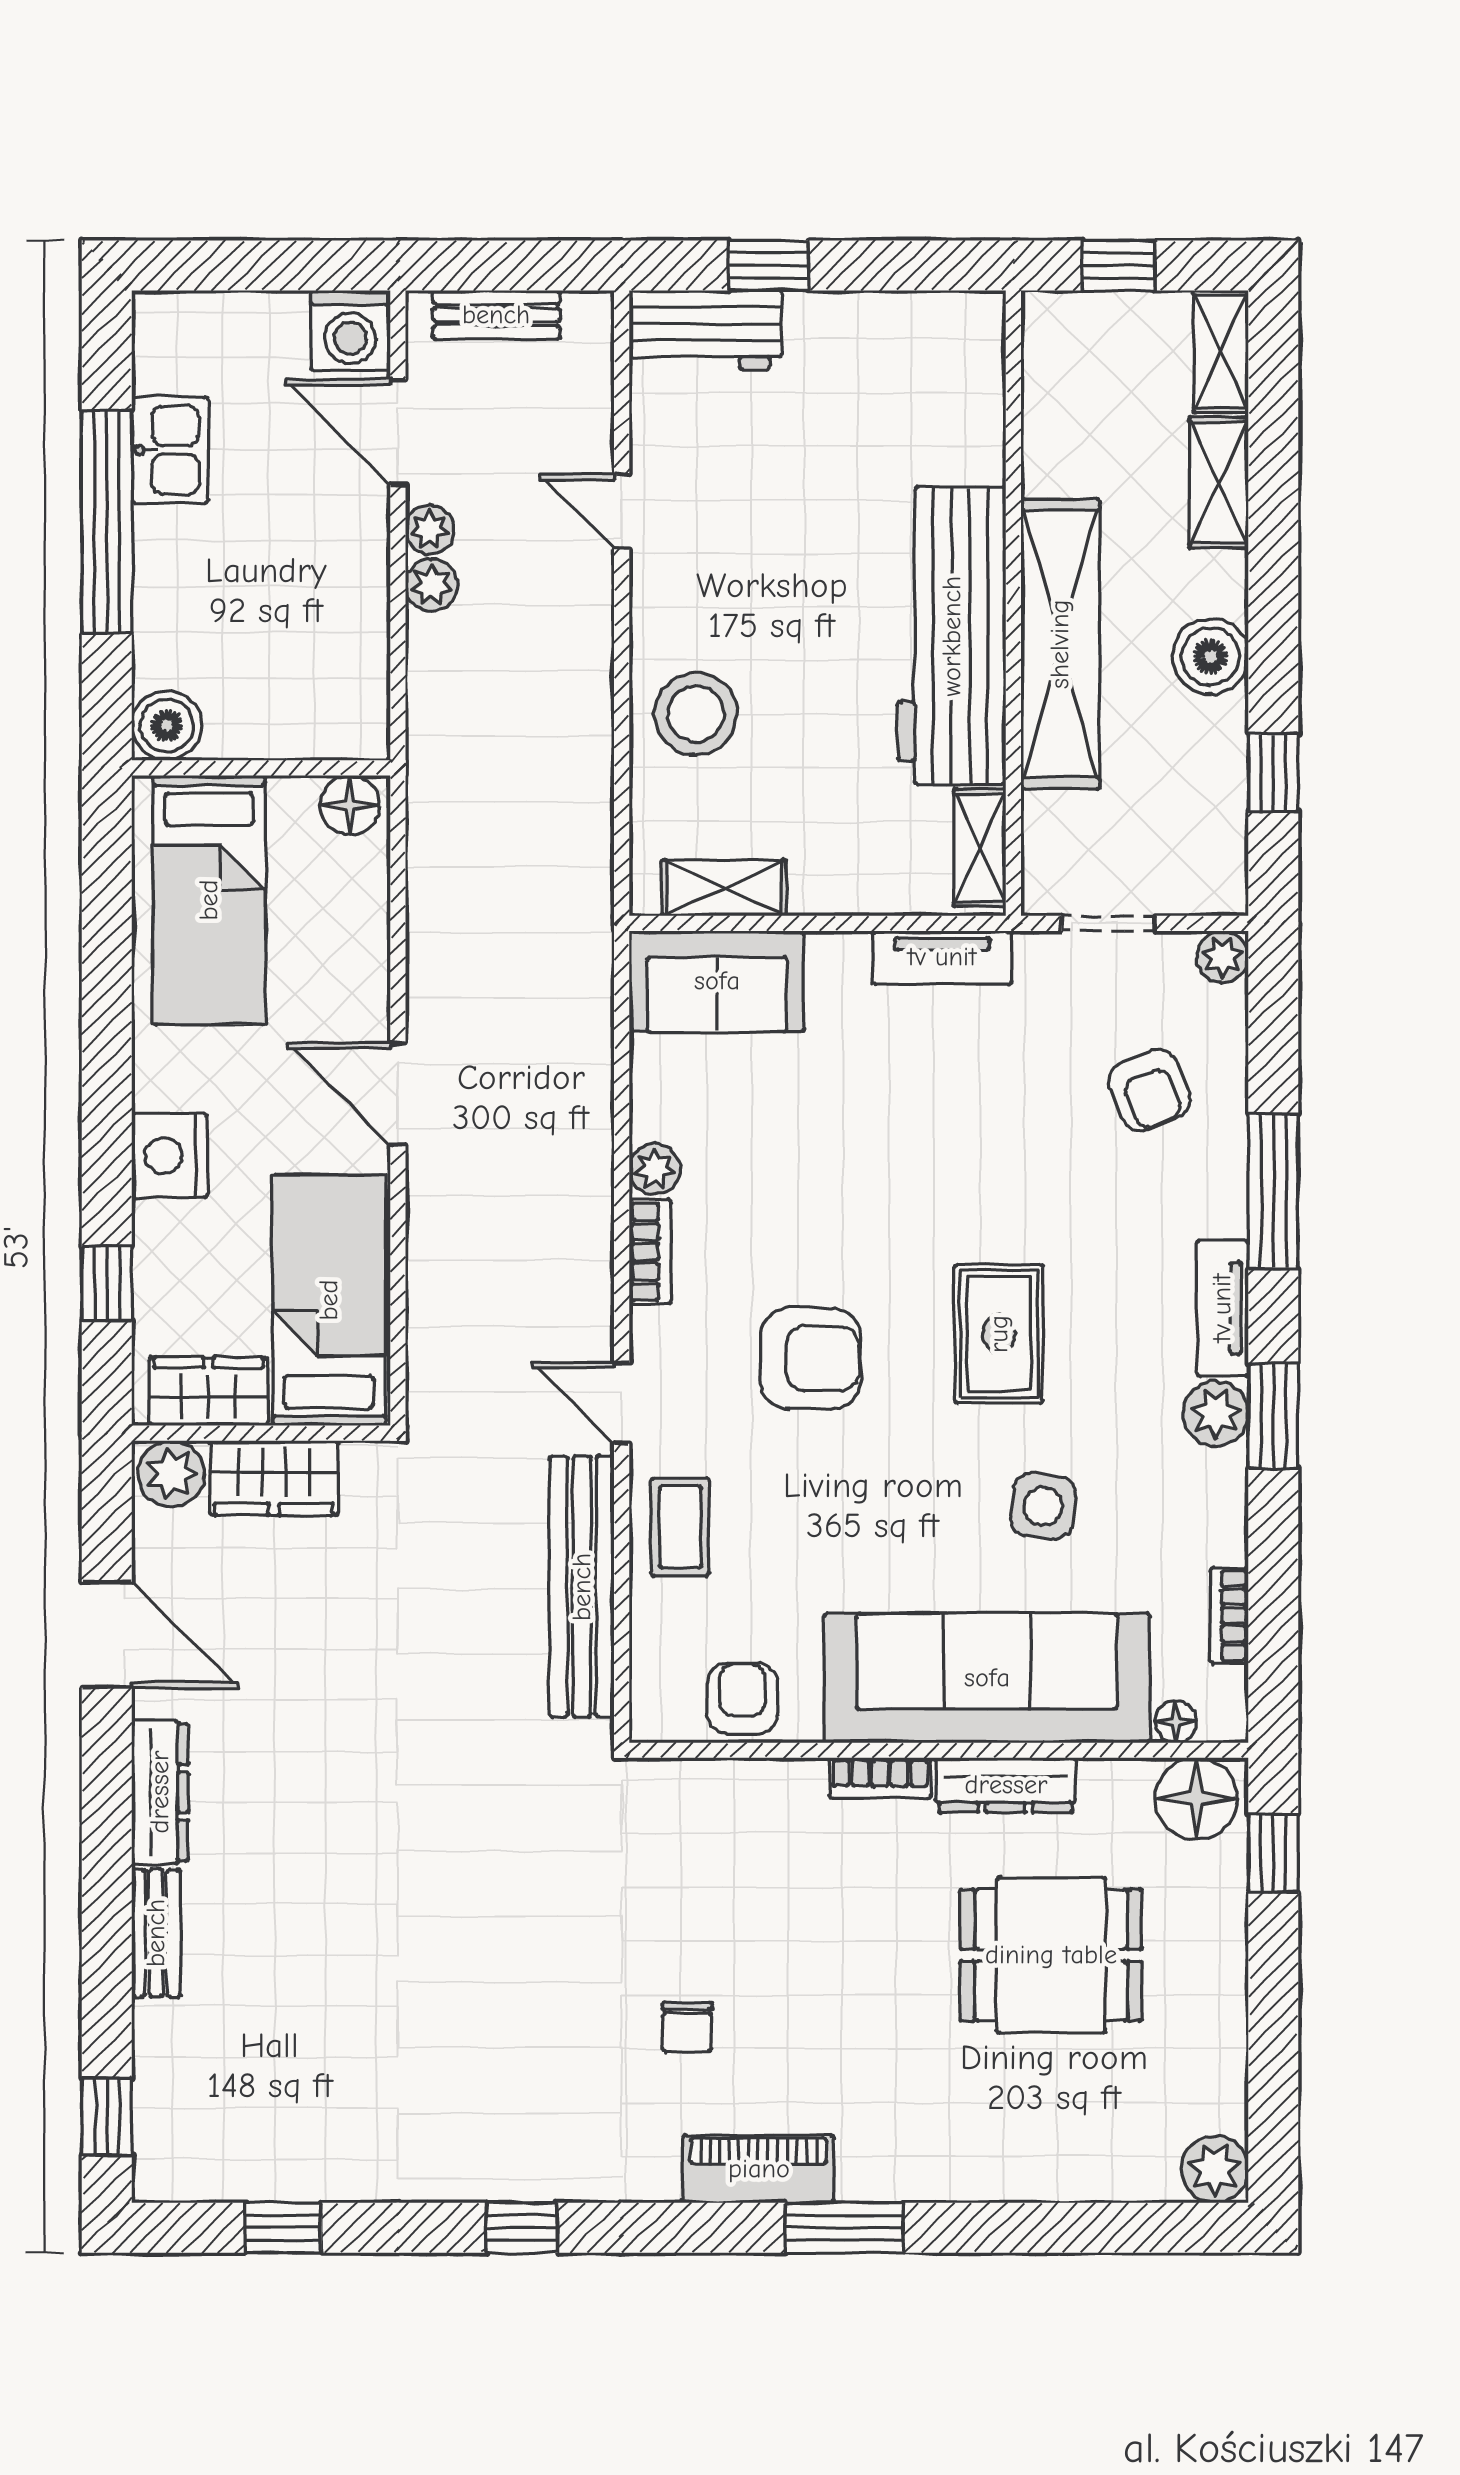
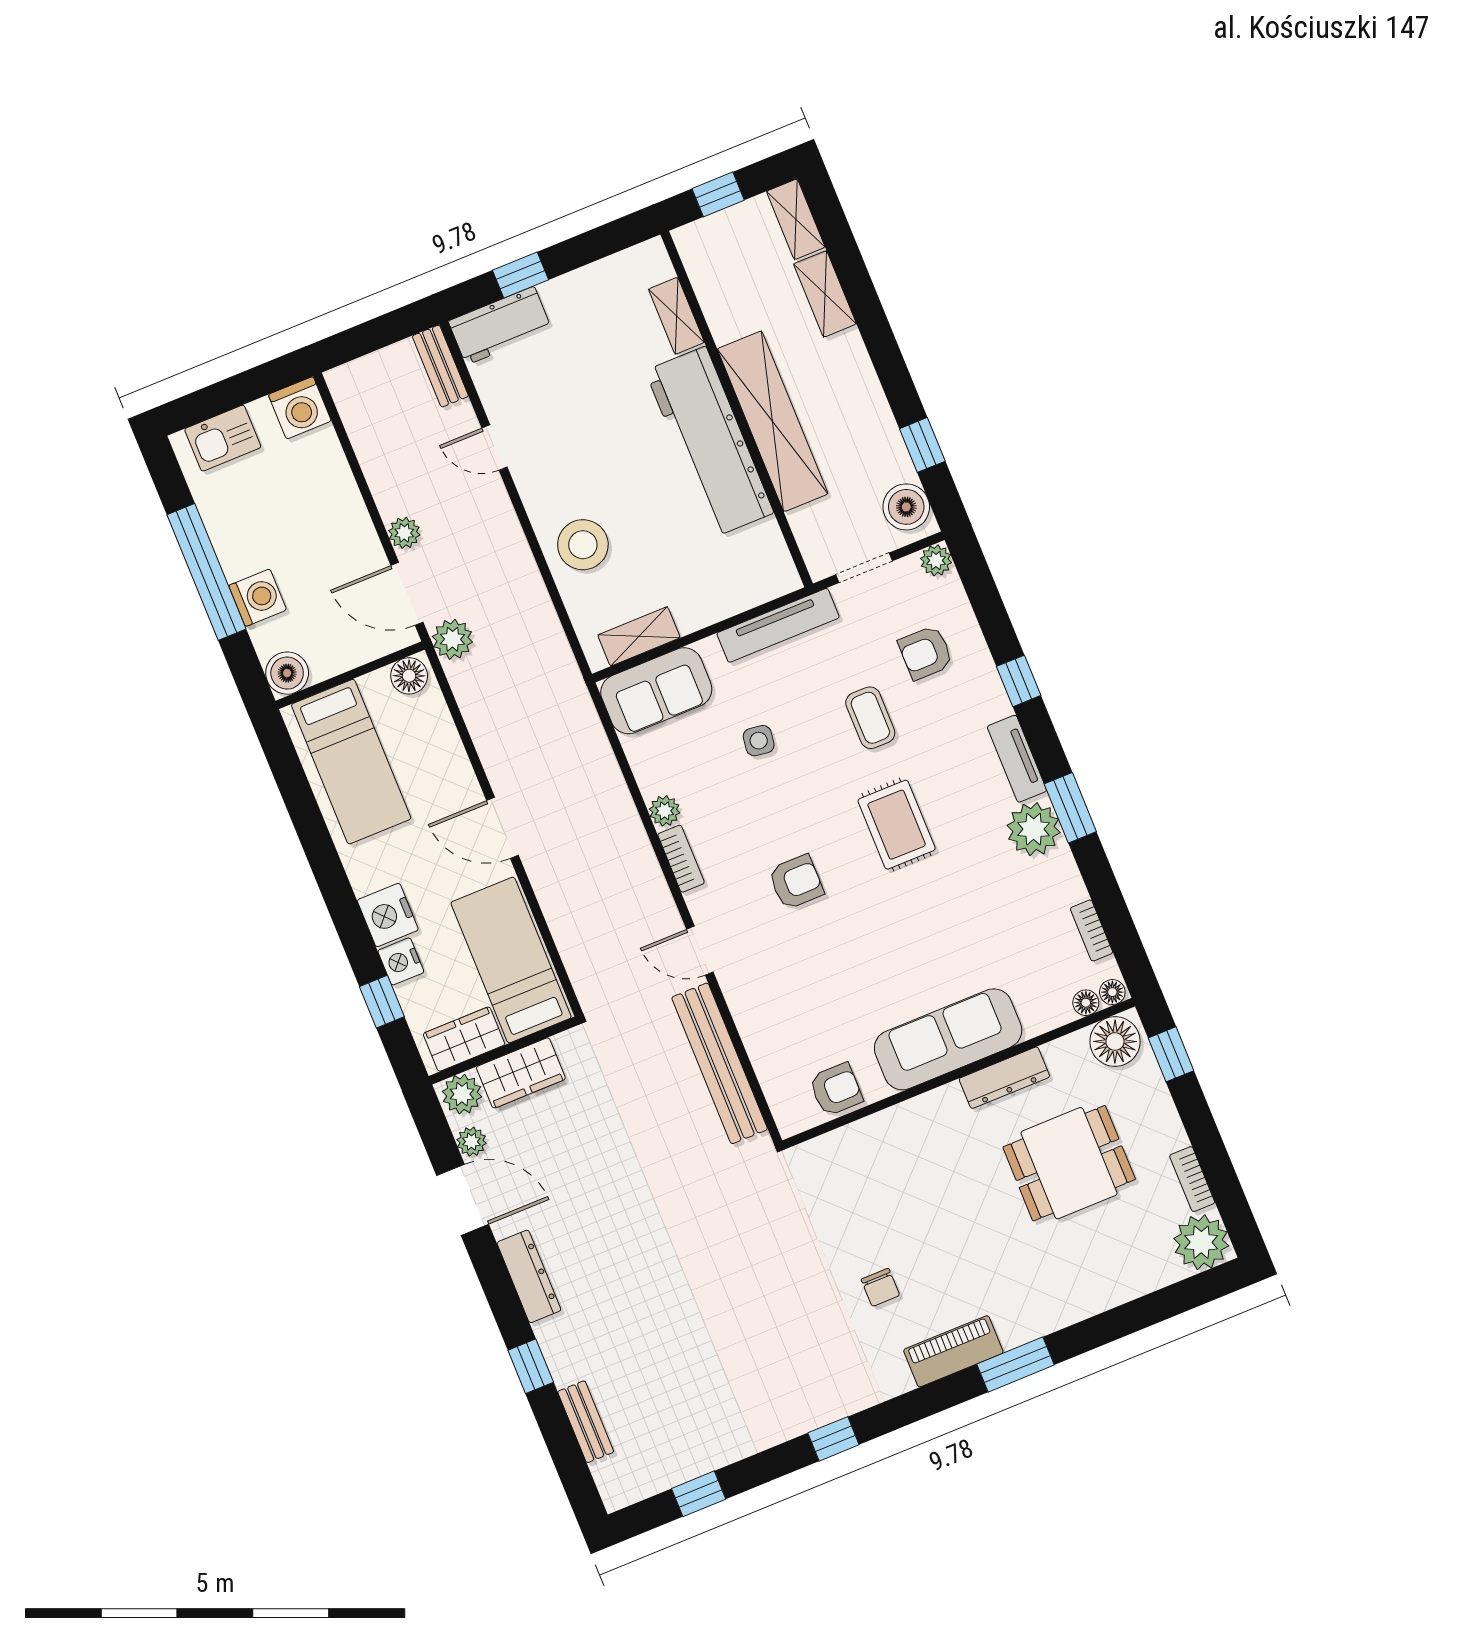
bench: (496, 315) -> (440, 366), moved, turned 90
door: (398, 432) -> (407, 594), moved
kitchen sink: (170, 450) -> (223, 438), moved, turned 90
plant: (430, 530) -> (452, 639), moved, width x1.38, depth x1.38
washing machine: (169, 593) -> (258, 598), added
boiler: (1210, 656) -> (906, 507), moved
shelving: (980, 848) -> (676, 316), moved
tv unit: (942, 957) -> (778, 625), width x1.41
armchair: (1149, 1090) -> (926, 653), turned 112
window: (1273, 1191) -> (1019, 681), width x0.46
nightstand: (161, 1234) -> (401, 961), added
armchair: (810, 1358) -> (796, 882), width x0.72, depth x0.72
plant: (1216, 1414) -> (1034, 829), width x1.36, depth x1.36
side table: (1043, 1506) -> (759, 741), moved, width x0.73, depth x0.73
coffee table: (680, 1527) -> (870, 718), moved
plant: (156, 1552) -> (471, 1142), added
sofa: (987, 1678) -> (948, 1039), width x0.74, depth x0.79
armchair: (742, 1699) -> (836, 1089), turned 90
floor lamp: (1223, 1722) -> (1112, 992), added
bookcase: (880, 1778) -> (1192, 1179), moved, turned 90
bench: (156, 1933) -> (586, 1422), moved
window: (107, 2117) -> (531, 1366), moved
plant: (1215, 2169) -> (1201, 1242), width x1.36, depth x1.36

